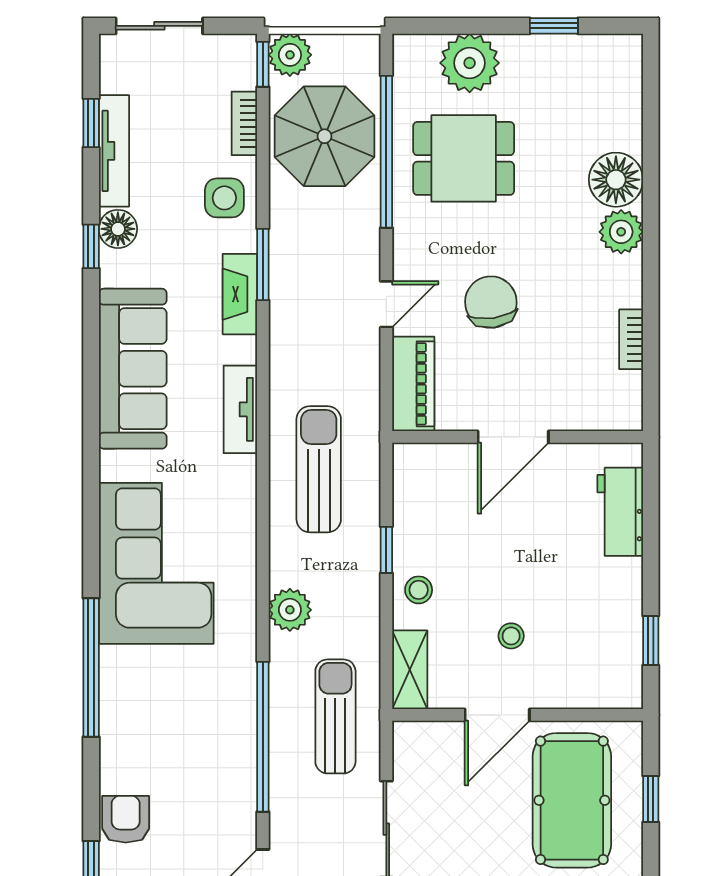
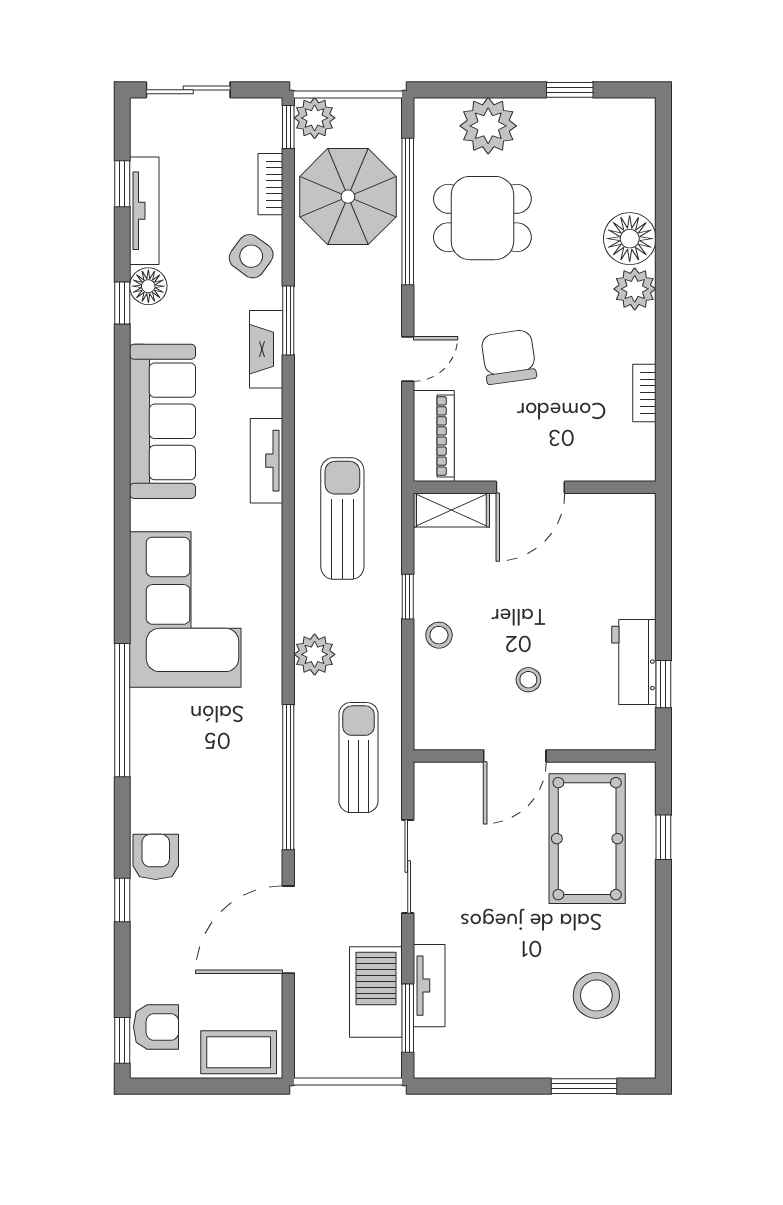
side table: (224, 198) -> (251, 256), turned 36
workbench: (620, 512) -> (634, 662), moved
shelving: (410, 670) -> (451, 510), moved, turned 90

